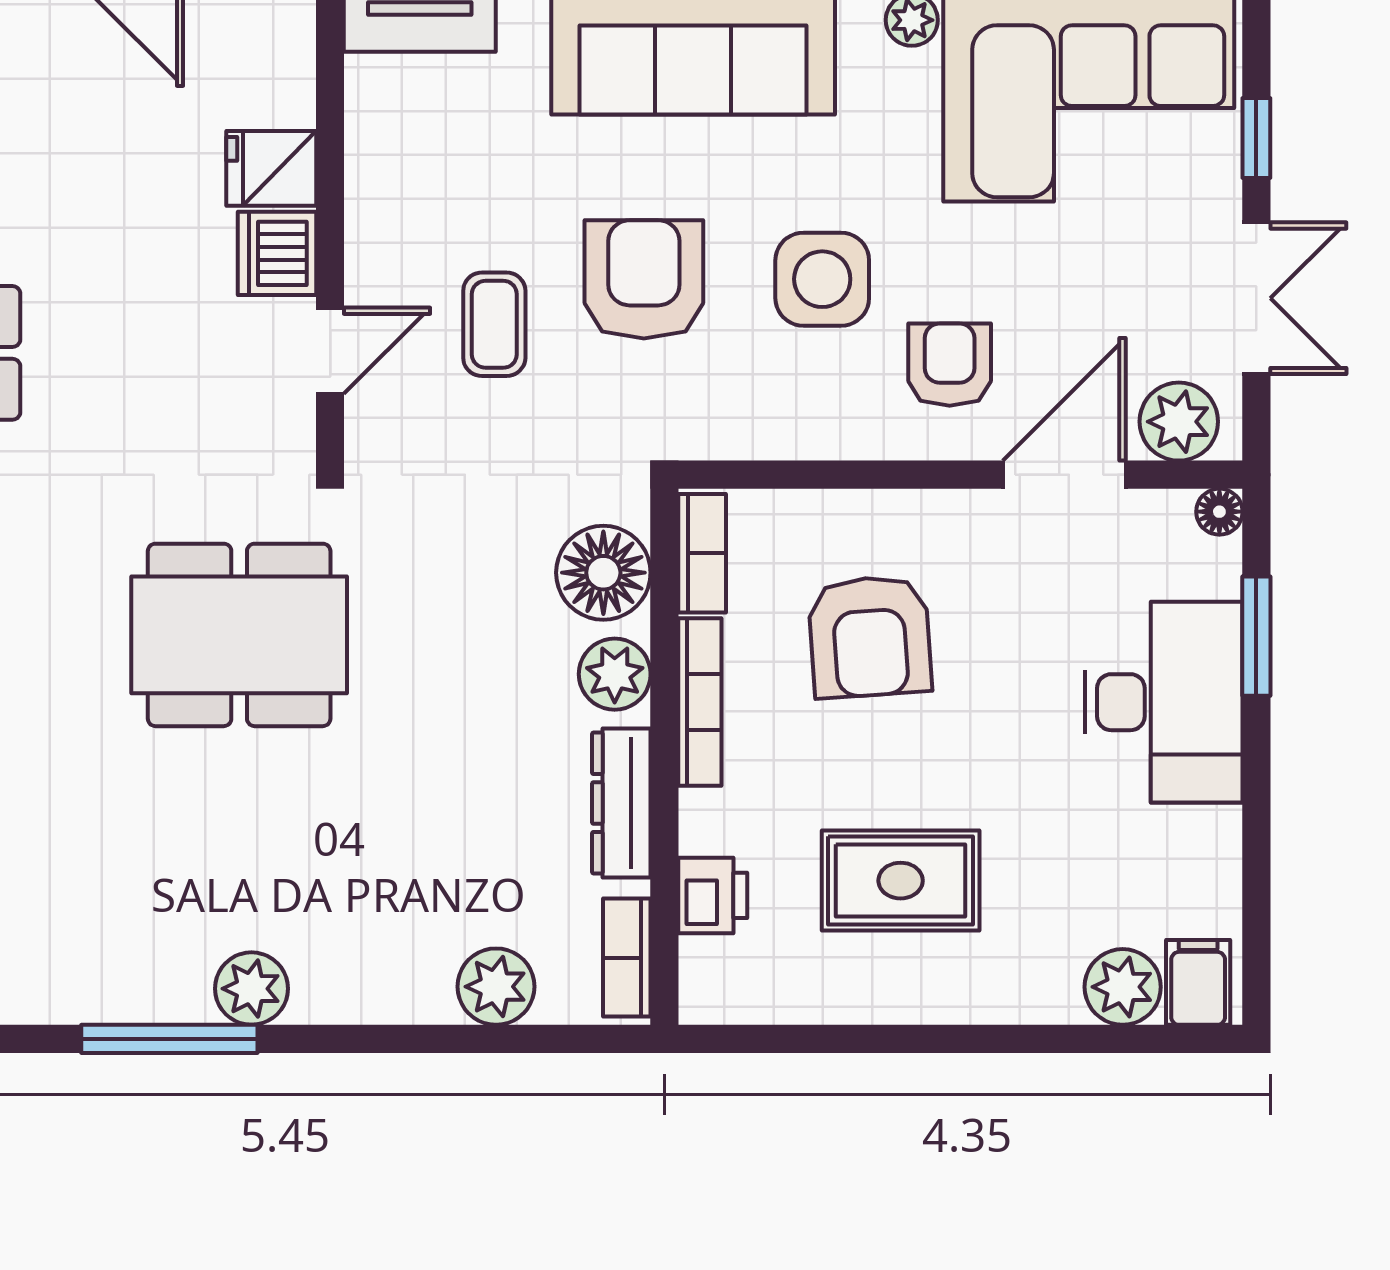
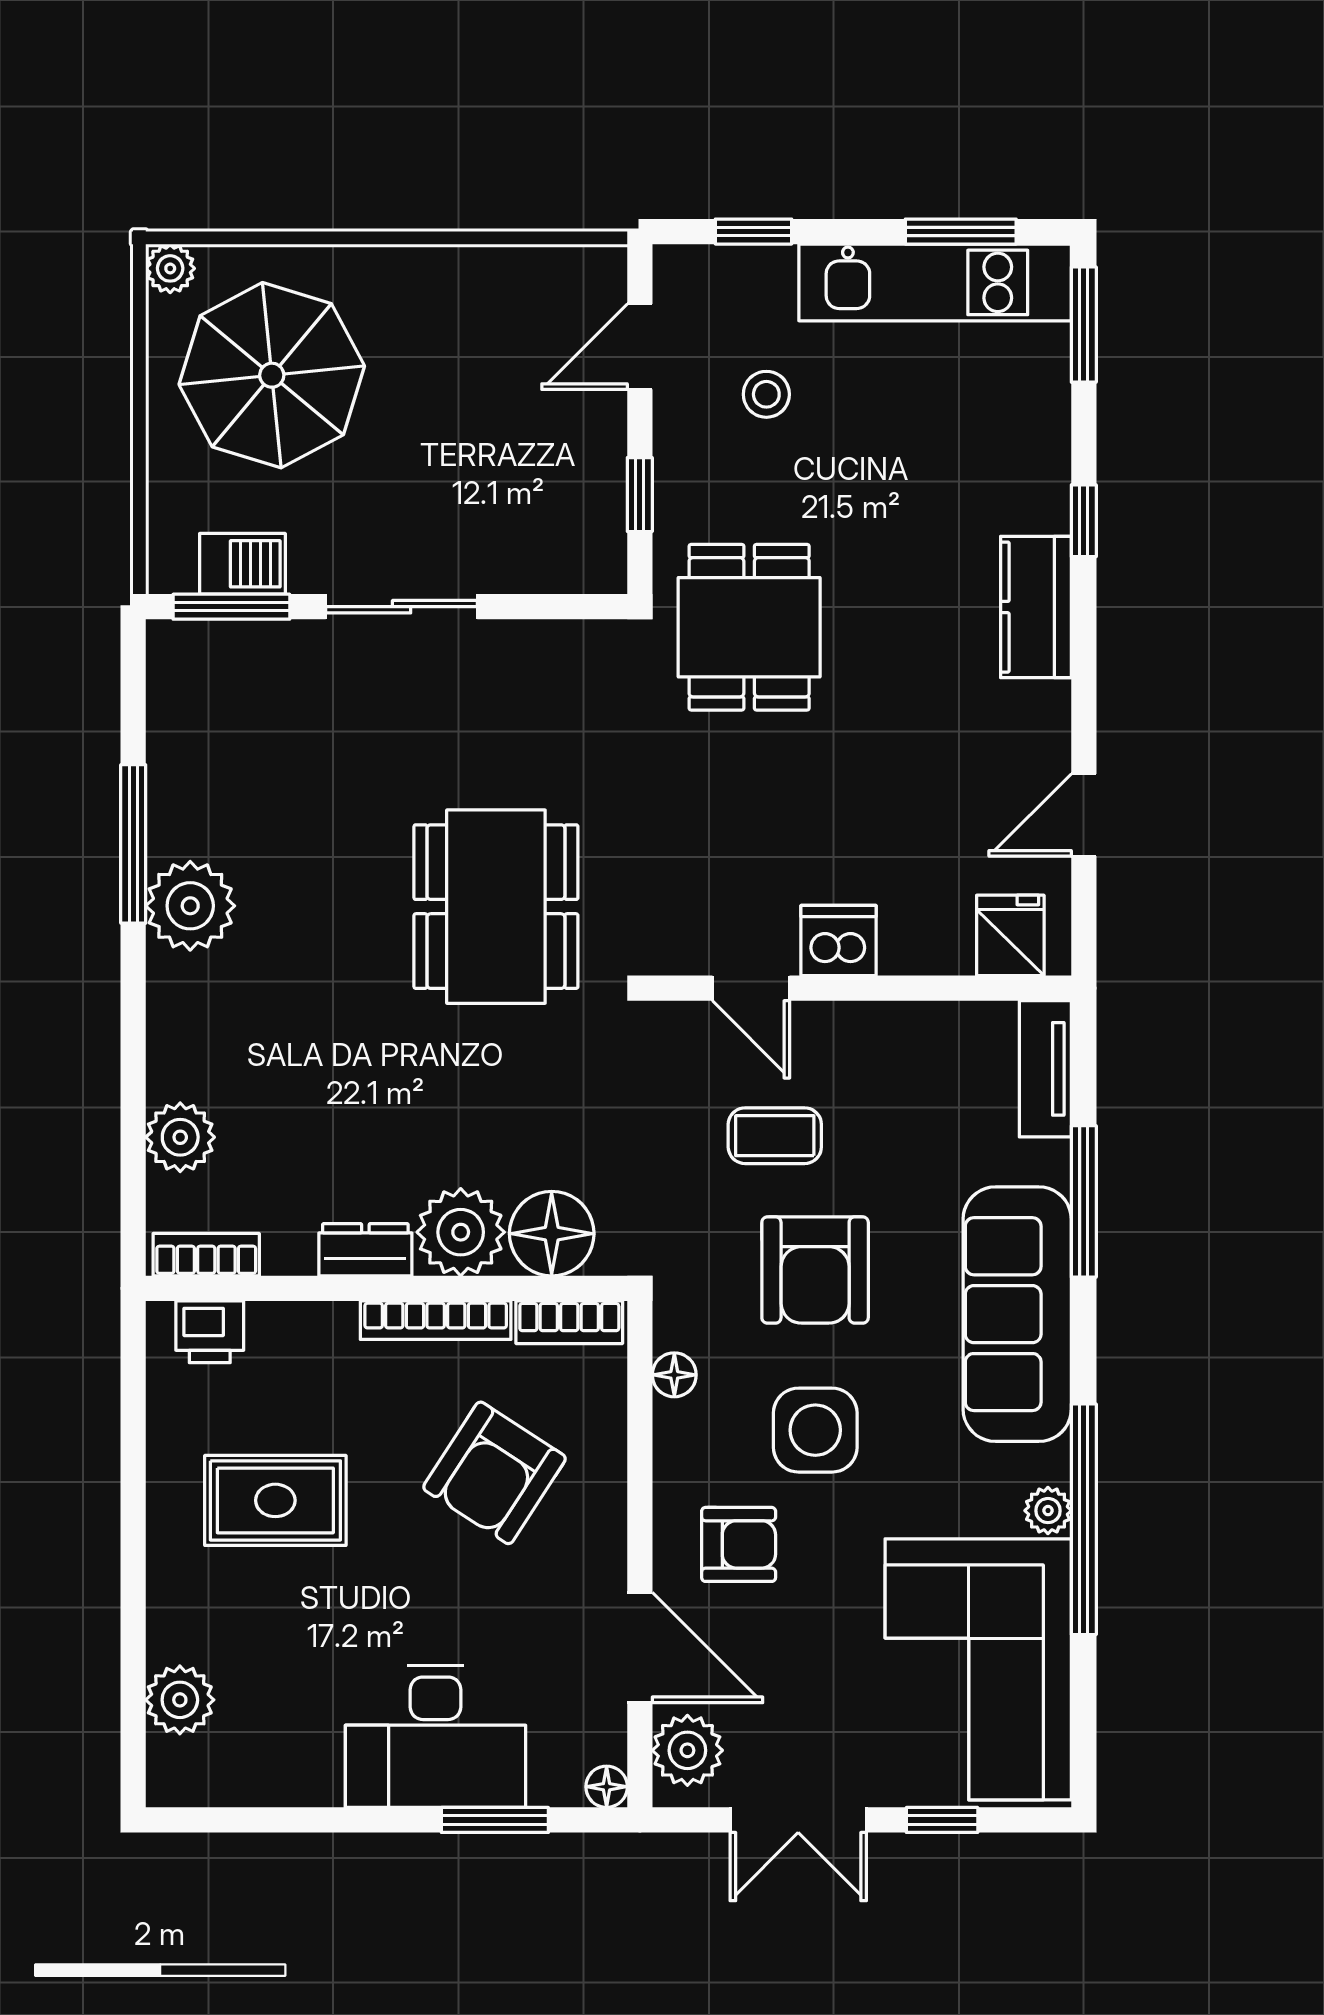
fridge: (271, 168) -> (1010, 935), moved
armchair: (644, 279) -> (815, 1270), turned 90
floor lamp: (761, 436) -> (674, 1375), added
armchair: (870, 637) -> (494, 1473), turned -53
plant: (615, 674) -> (461, 1232), width x1.36, depth x1.36
dresser: (621, 803) -> (365, 1250), width x0.70
rug: (901, 881) -> (275, 1500), turned 90
printer: (713, 895) -> (210, 1332), moved
filing cabinet: (1198, 982) -> (184, 1768), removed
plant: (251, 989) -> (190, 906), width x1.36, depth x1.36

